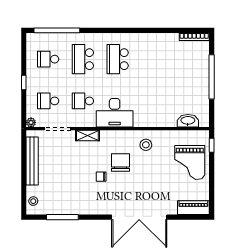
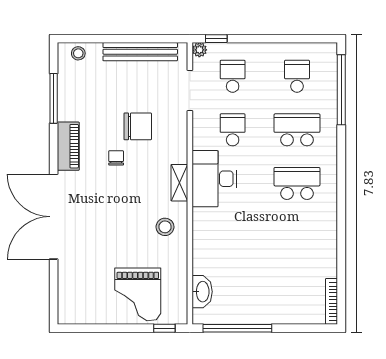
window: (212, 77) -> (237, 328), moved
window: (24, 83) -> (216, 39), moved
shelving: (87, 136) -> (179, 183), moved
chair: (120, 162) -> (138, 126), moved
grand piano: (190, 162) -> (138, 294), turned -90
piano: (193, 208) -> (68, 146), moved

